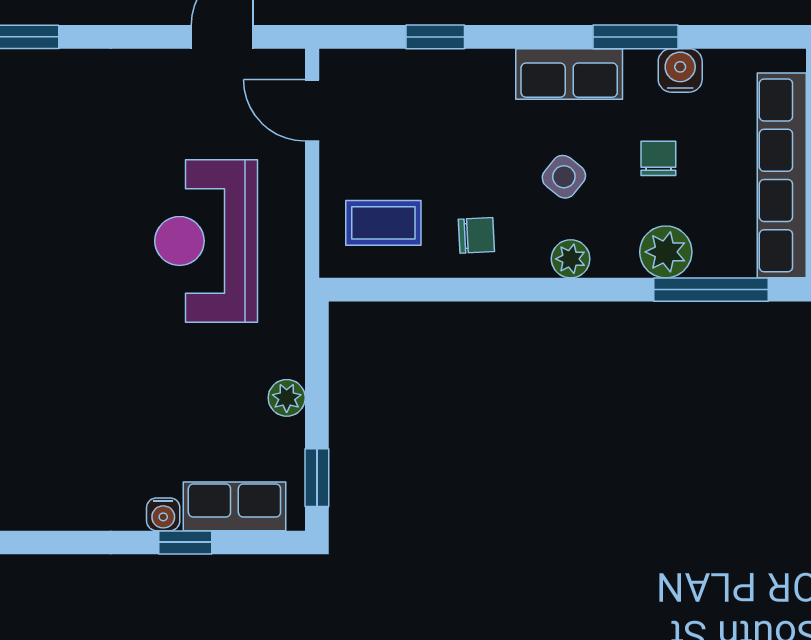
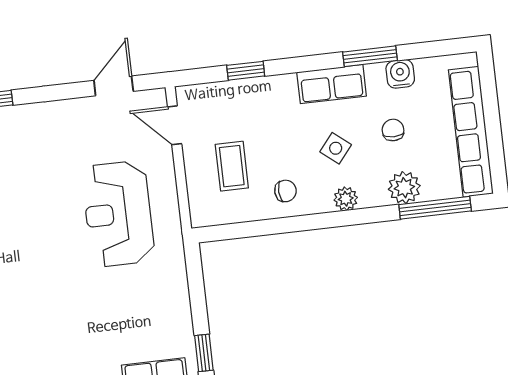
coffee table: (383, 223) -> (232, 166), moved, turned 90
plant: (287, 398) -> (179, 305), removed

